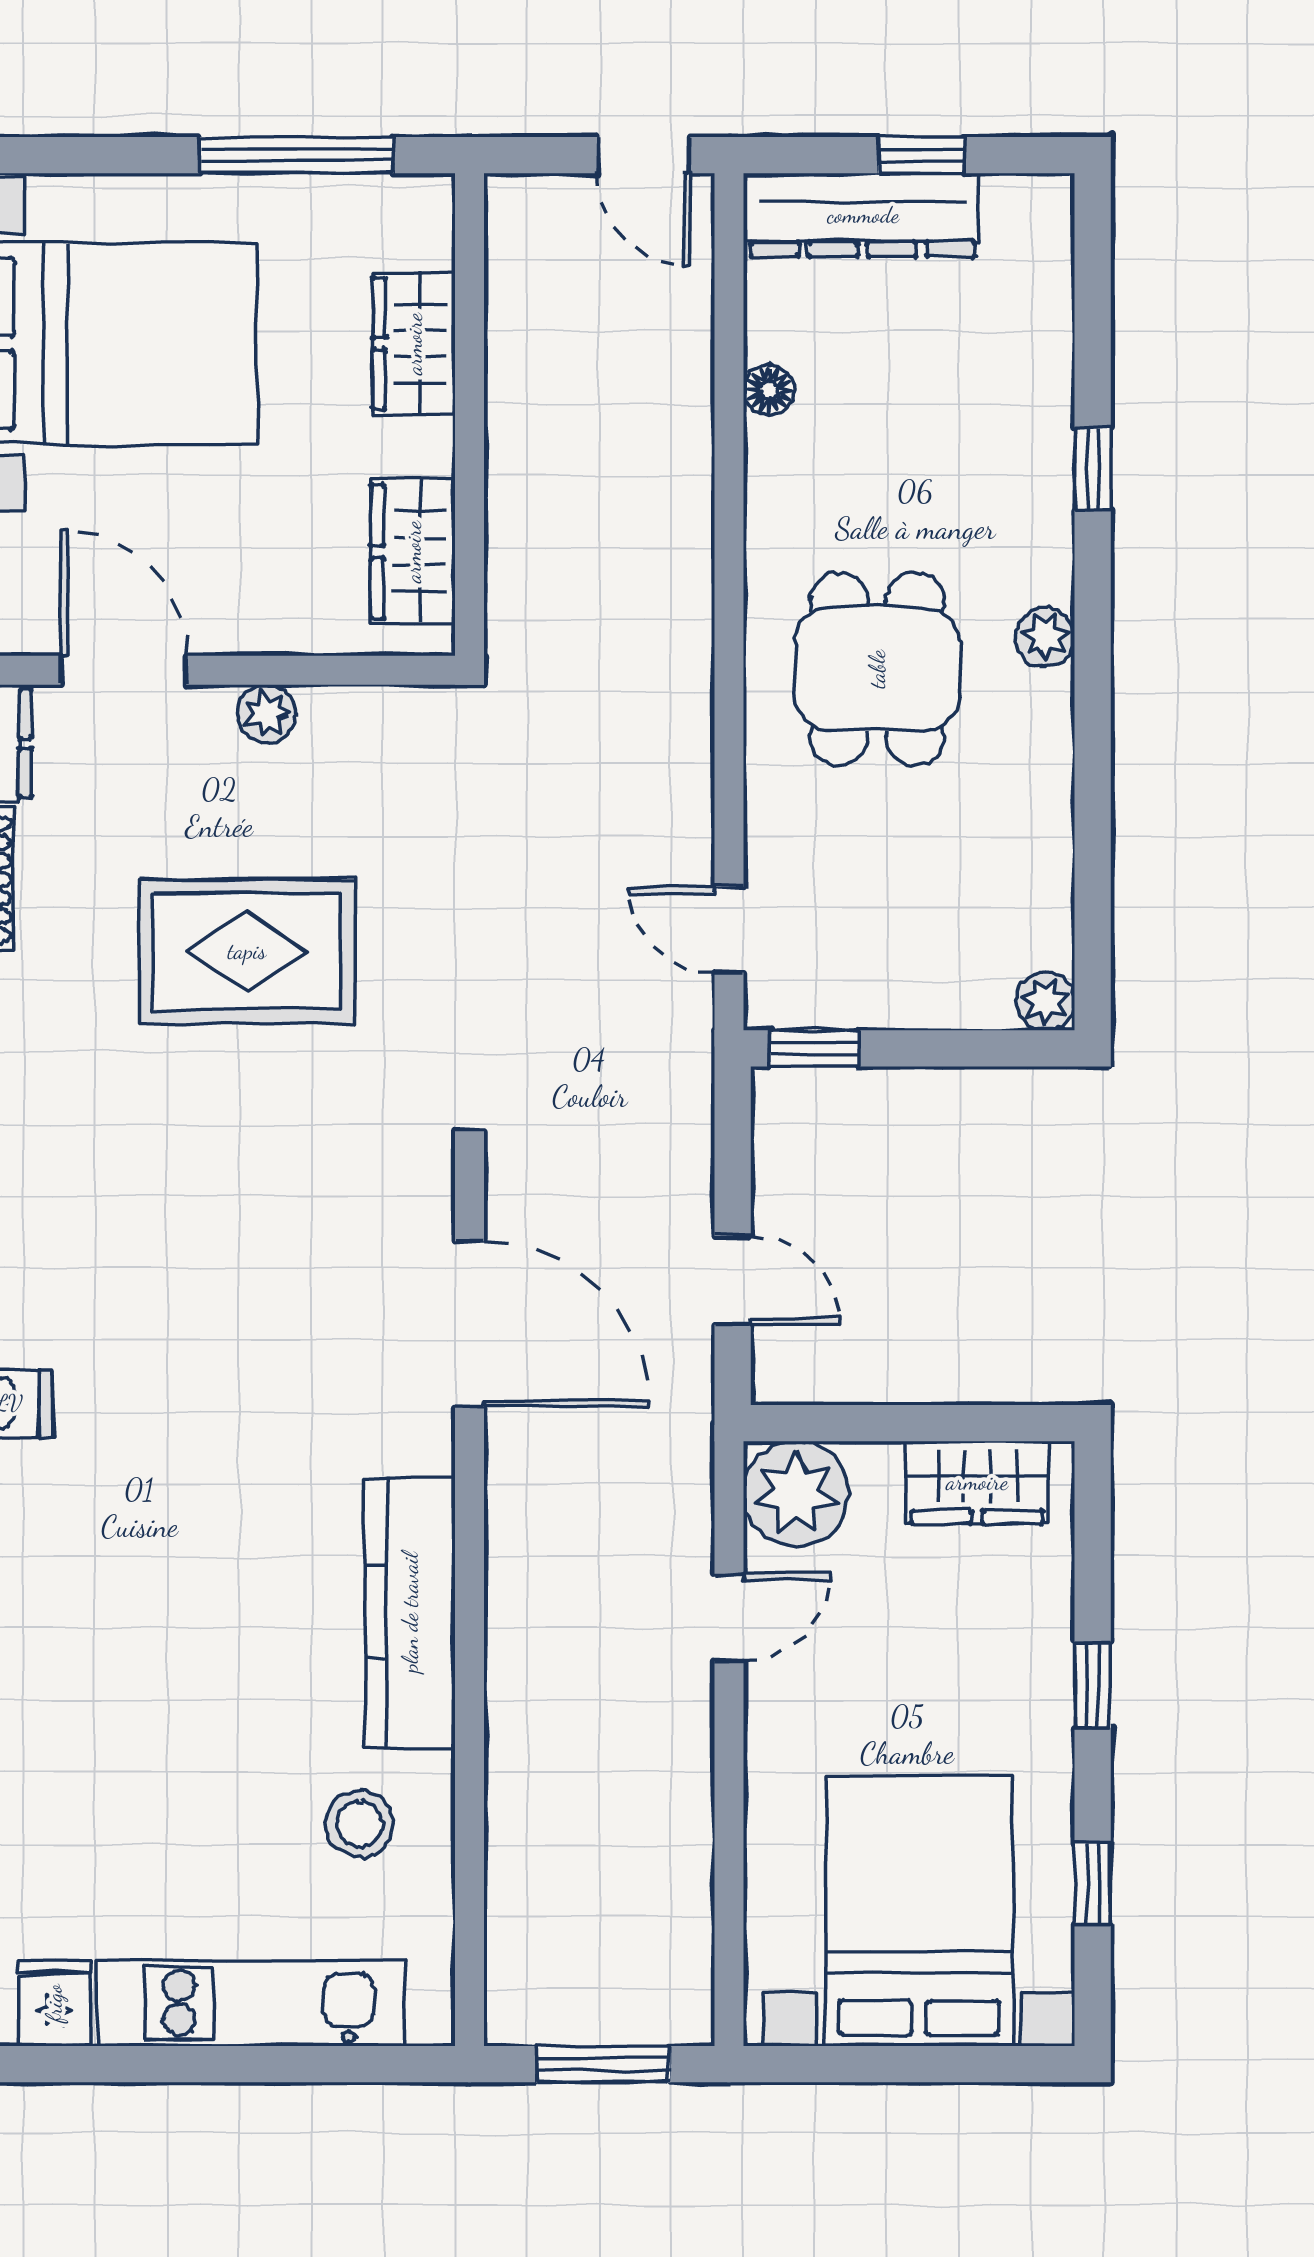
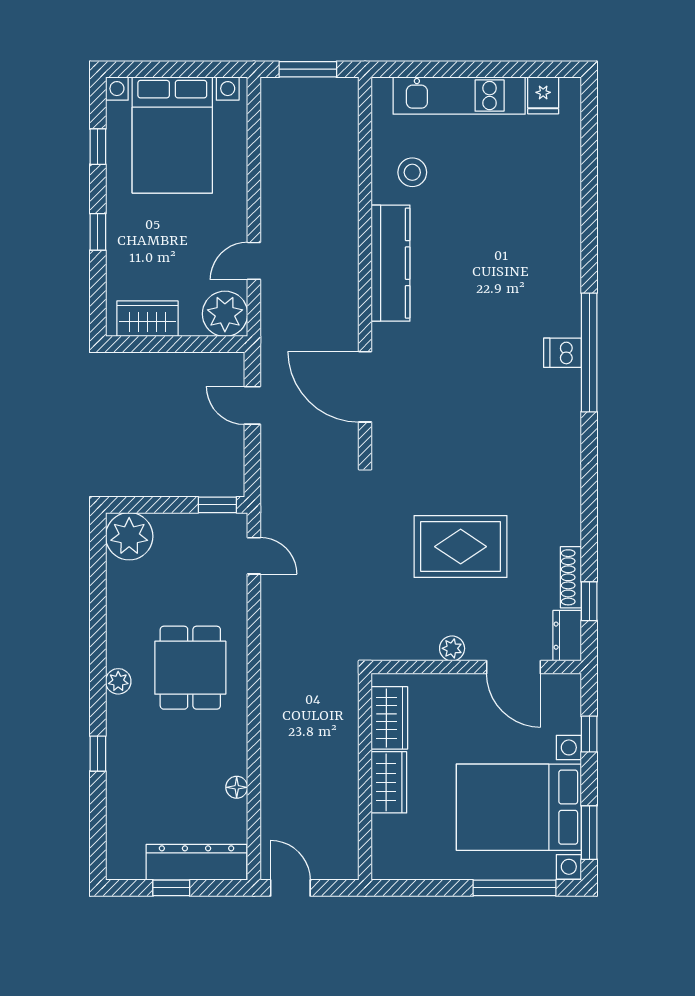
window: (297, 155) -> (514, 888), moved
wardrobe: (414, 344) -> (389, 782), moved
plant: (1045, 1001) -> (129, 536), width x1.87, depth x1.87

